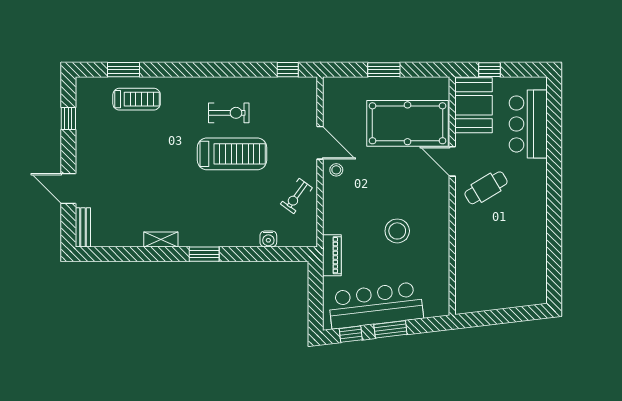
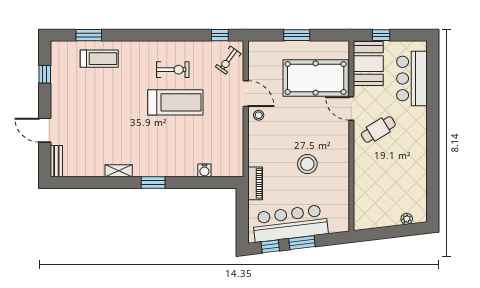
exercise bike: (296, 196) -> (228, 60), moved
plant: (522, 300) -> (407, 219), added

